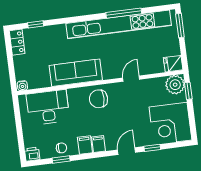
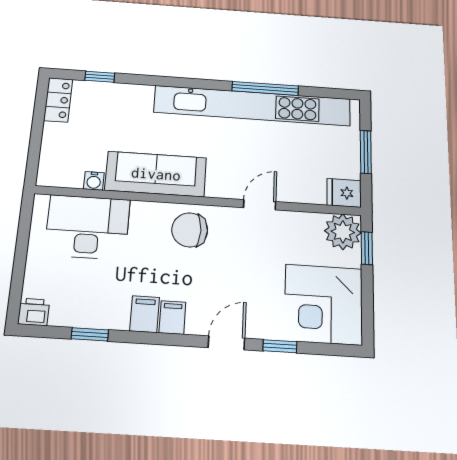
window: (180, 26) -> (366, 152), moved
water cooler: (22, 86) -> (94, 181), moved
chair: (61, 148) -> (96, 311), removed

